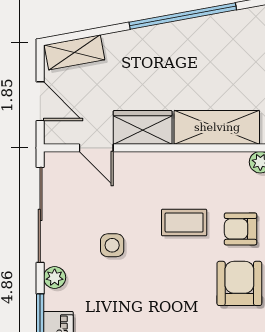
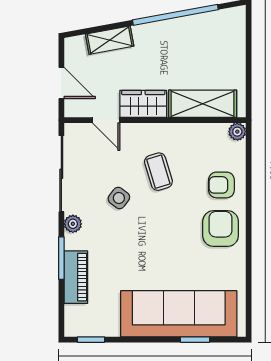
shelving: (74, 52) -> (110, 40), moved
coffee table: (184, 222) -> (158, 172), moved, turned 73
side table: (112, 245) -> (119, 198), turned 37

